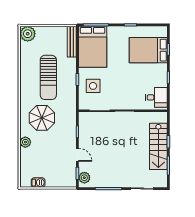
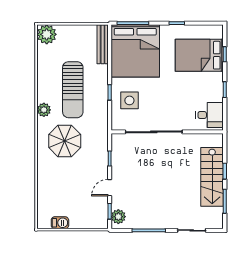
bed: (93, 47) -> (135, 51), width x1.36
plant: (25, 142) -> (44, 110), moved
door: (77, 155) -> (110, 188), swing flipped

